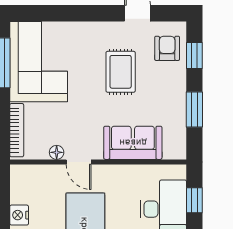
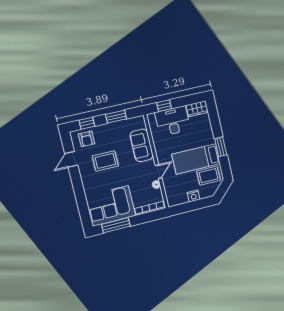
armchair: (167, 48) -> (87, 139), turned -90

